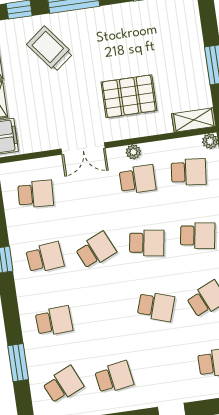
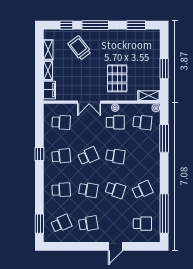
pallet: (129, 96) -> (117, 78), turned 90
school desk: (198, 236) -> (88, 190), moved
window: (18, 363) -> (39, 224), moved

